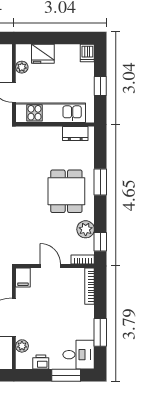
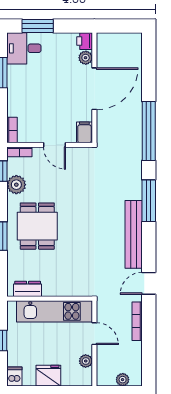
fridge: (43, 54) -> (48, 376), moved
bookcase: (90, 286) -> (12, 130), width x0.64
printer: (41, 362) -> (85, 41), moved, turned 90

